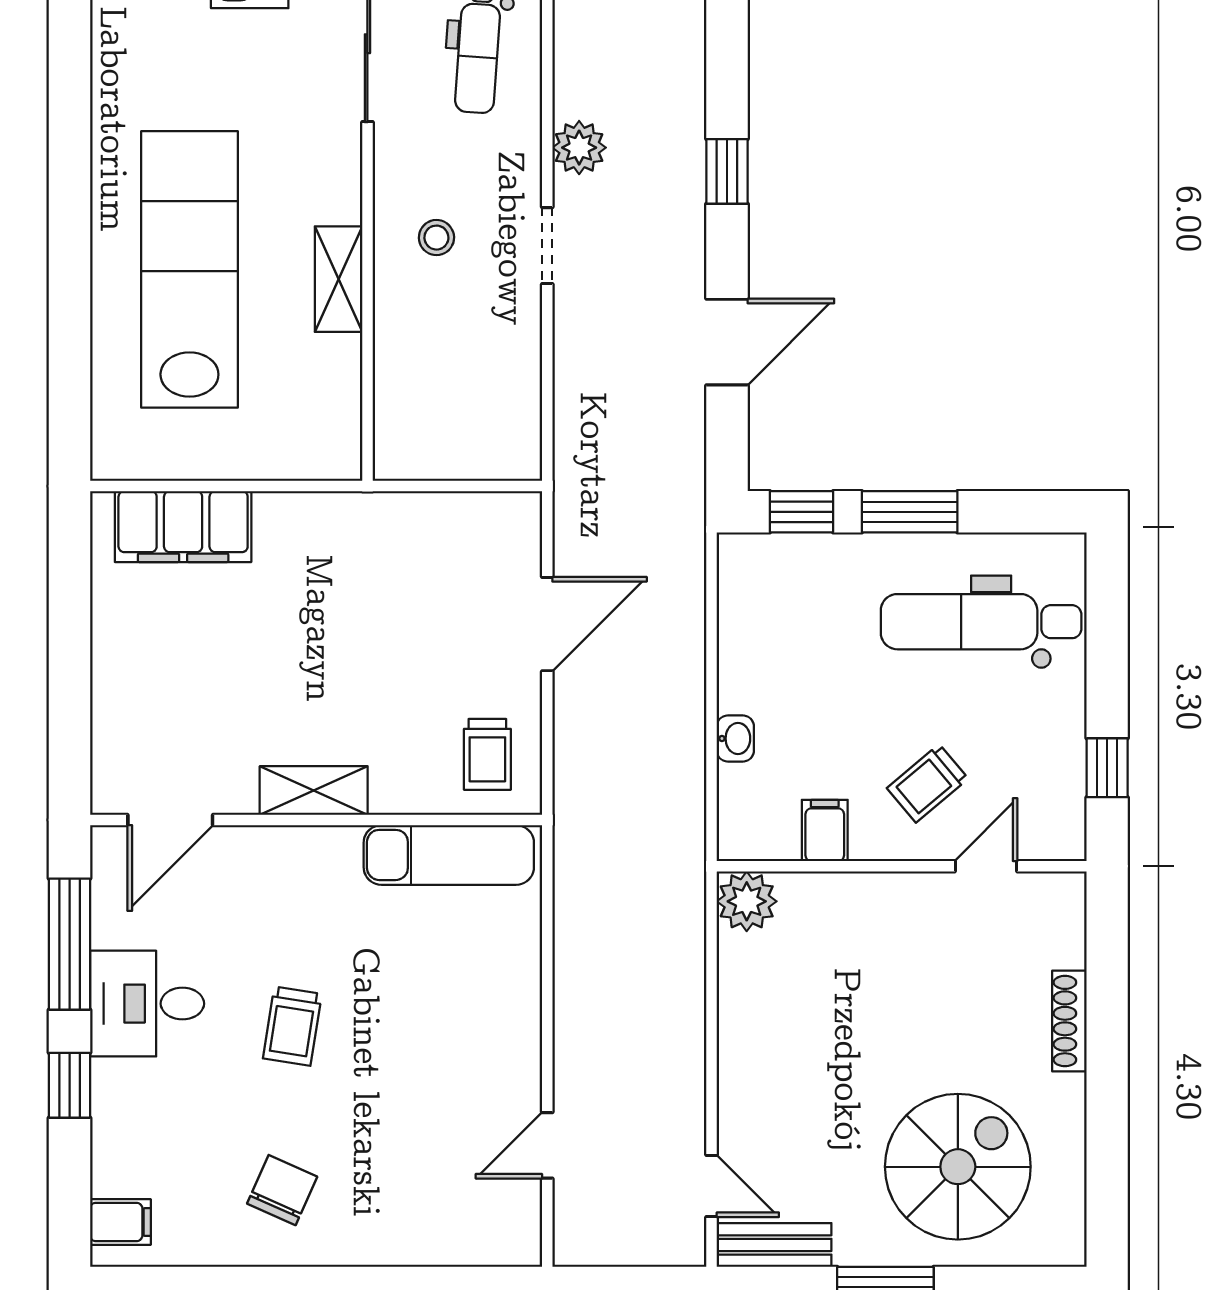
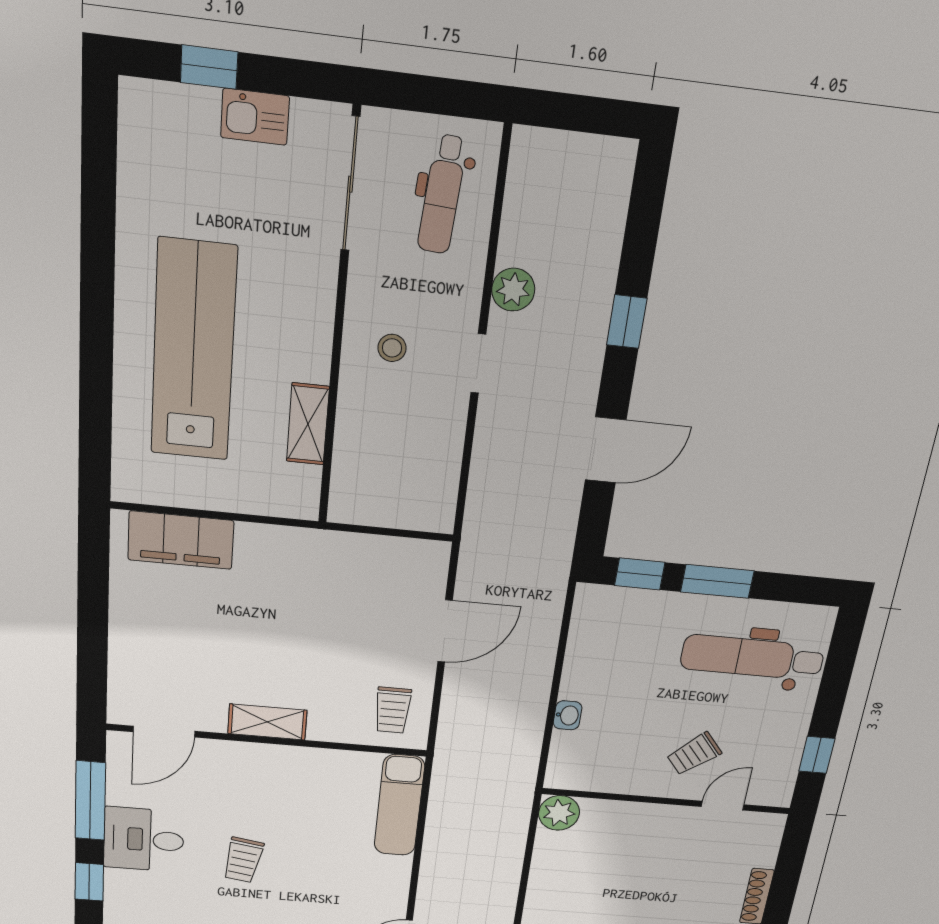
shelving: (339, 279) -> (308, 424), moved
filing cabinet: (825, 830) -> (619, 776), removed
exam couch: (449, 855) -> (399, 805), moved, turned 90

